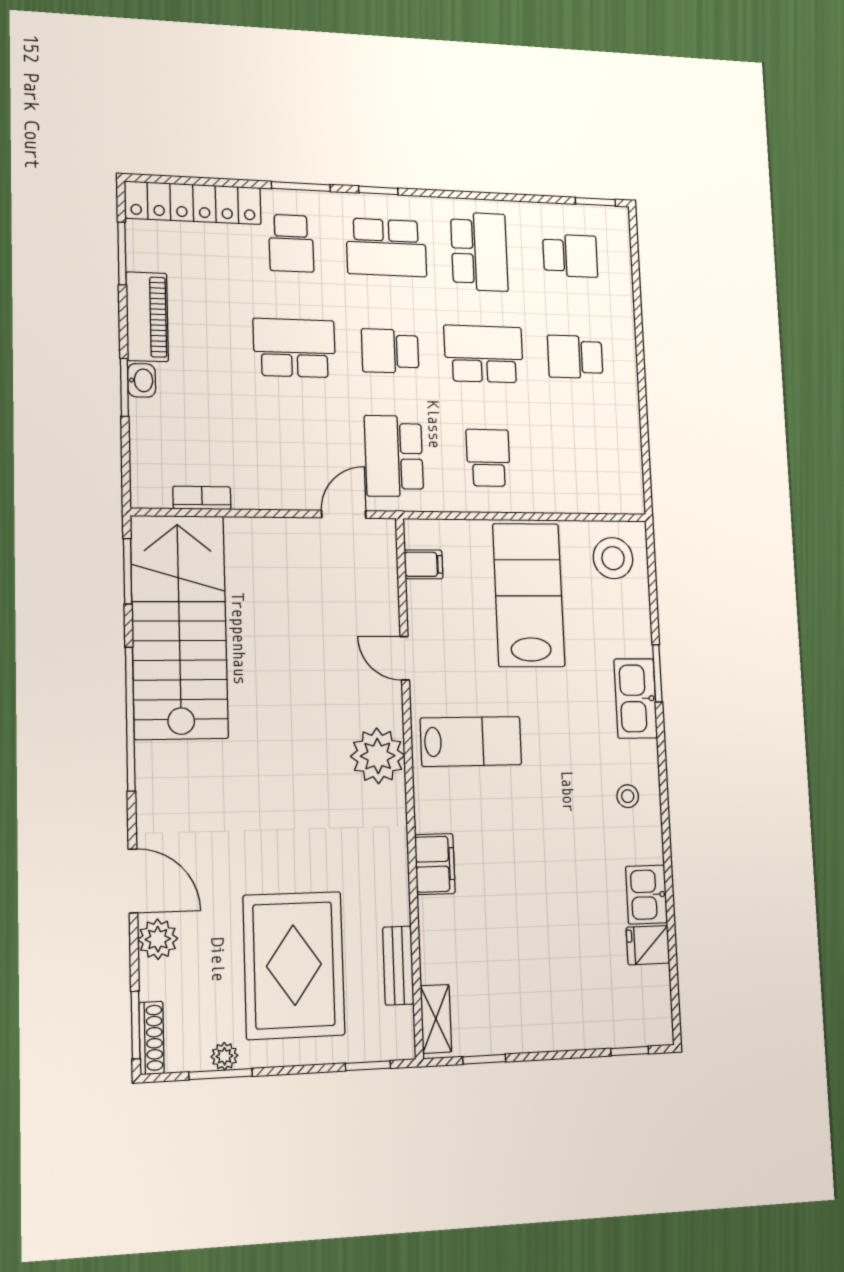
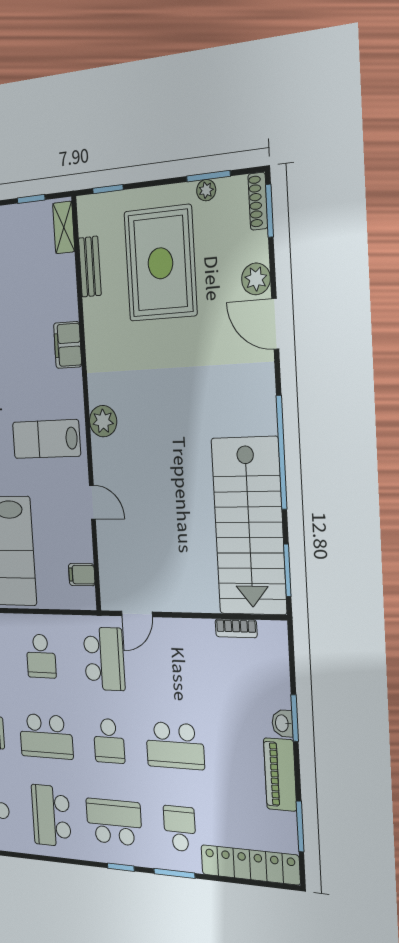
school desk: (390, 351) -> (109, 741), turned 90
plant: (378, 756) -> (103, 421), width x0.73, depth x0.73

